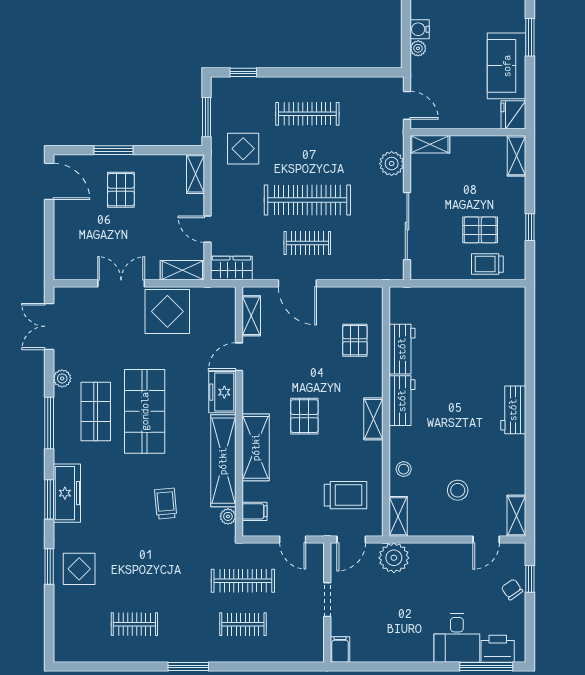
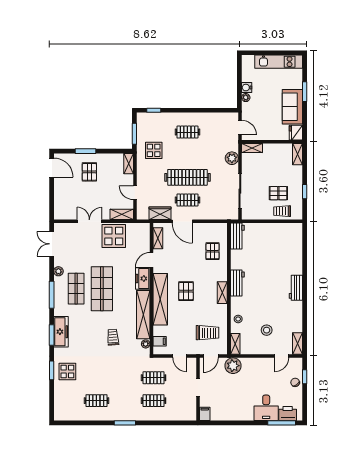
clothes rail: (307, 114) -> (187, 132), width x0.73
wardrobe: (231, 268) -> (160, 213), moved
workbench: (402, 349) -> (237, 236), moved
shelving: (256, 447) -> (160, 299), width x1.47
clothes rail: (243, 581) -> (154, 378), width x0.73

